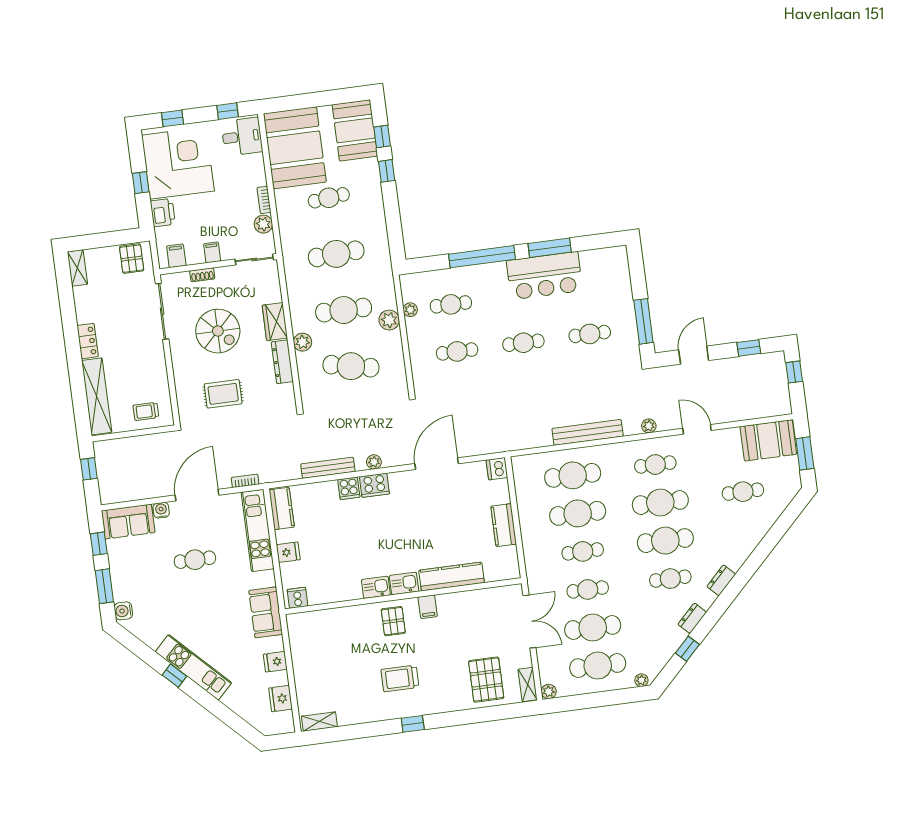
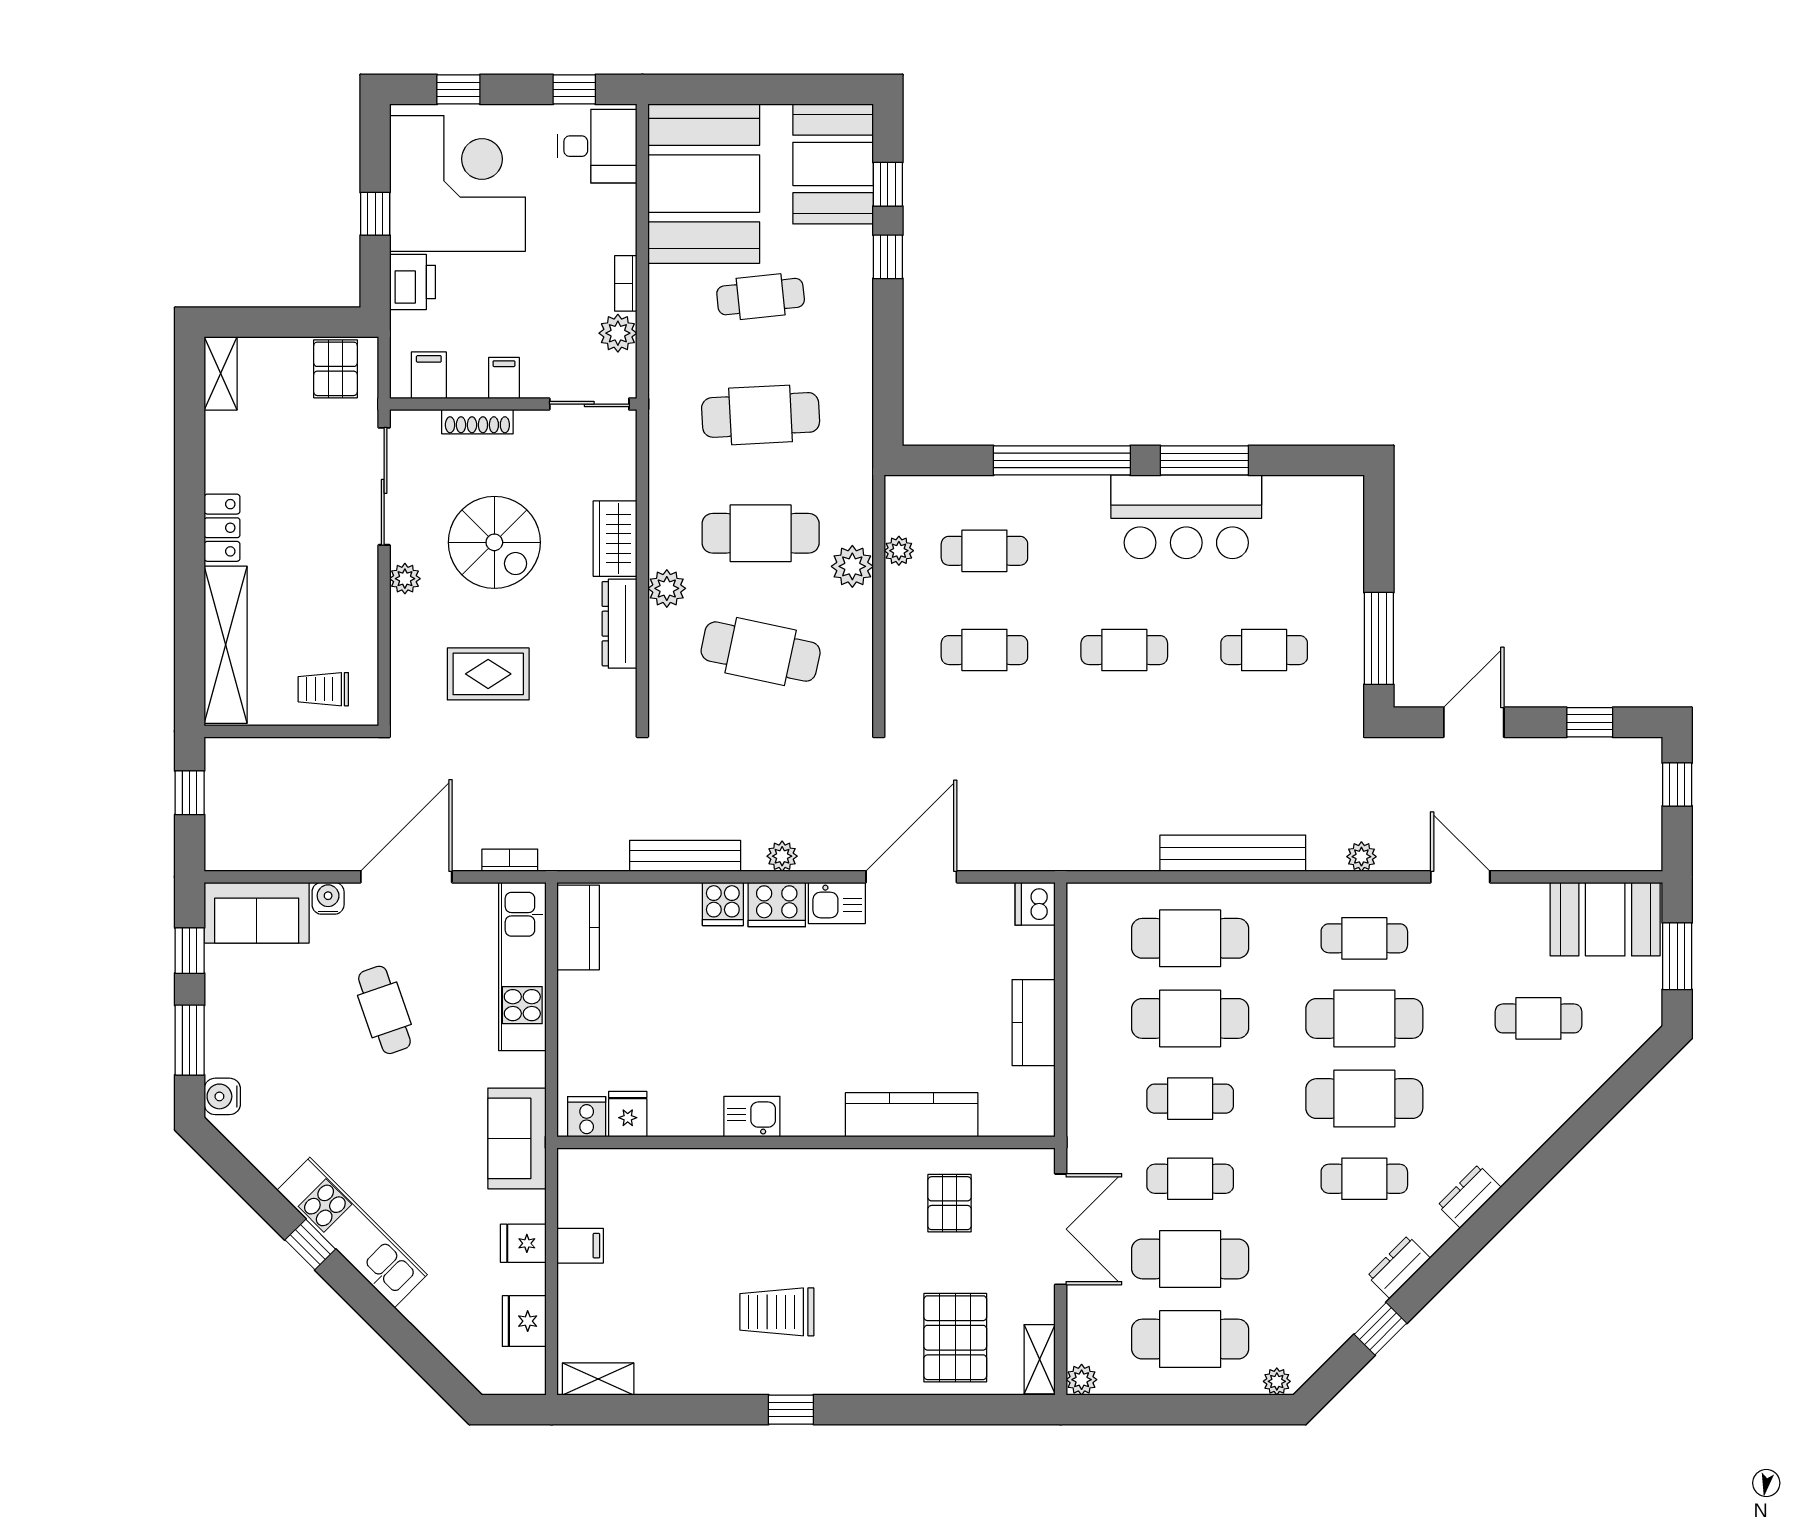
shoe rack: (202, 275) -> (477, 422), width x1.43
plant: (178, 354) -> (405, 579), added
fridge: (288, 552) -> (628, 1114), moved, turned -90
cafe table: (195, 560) -> (384, 1010), turned 71
kitchen sink: (404, 583) -> (837, 903), moved, turned 180
filing cabinet: (428, 607) -> (580, 1246), moved, turned -90
pallet: (393, 621) -> (950, 1203), moved

